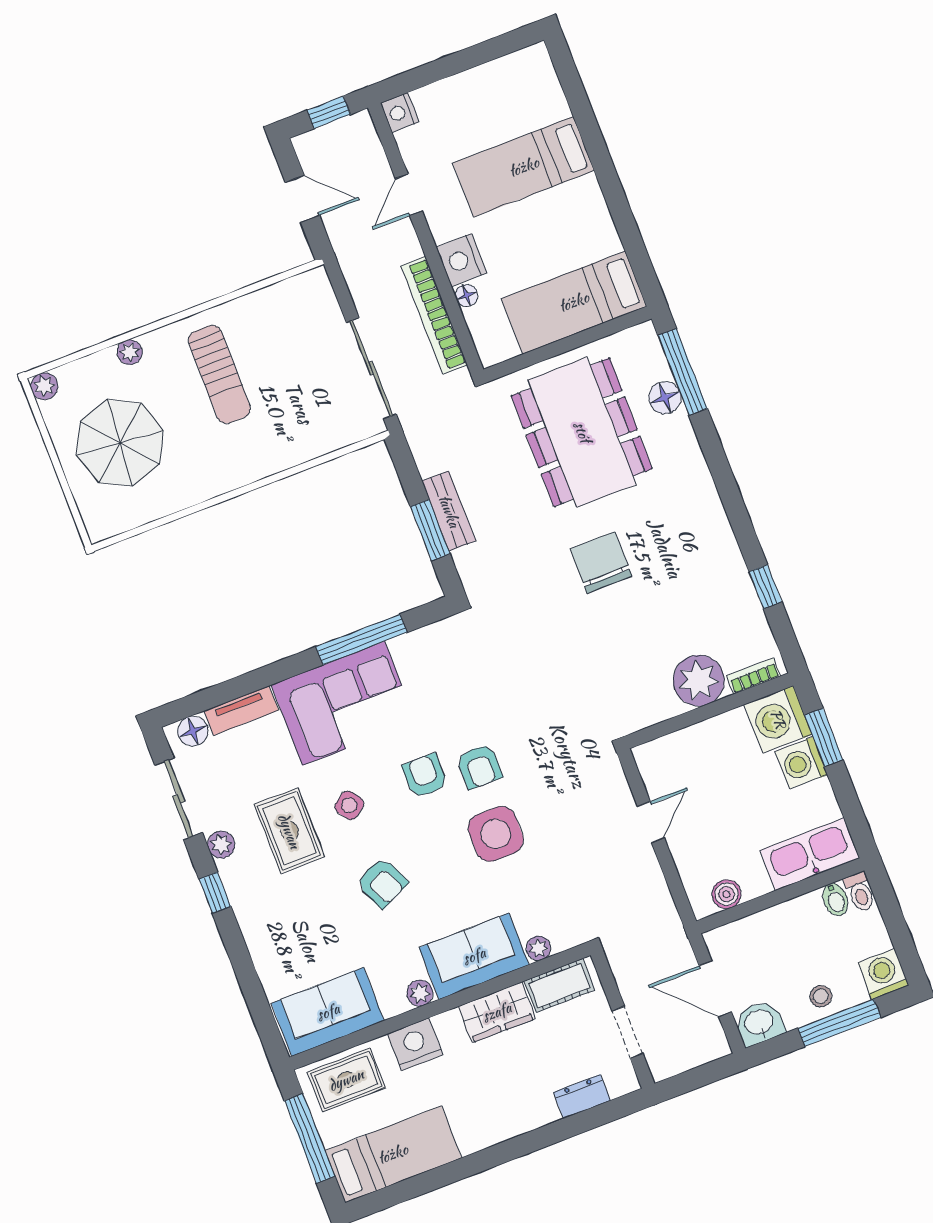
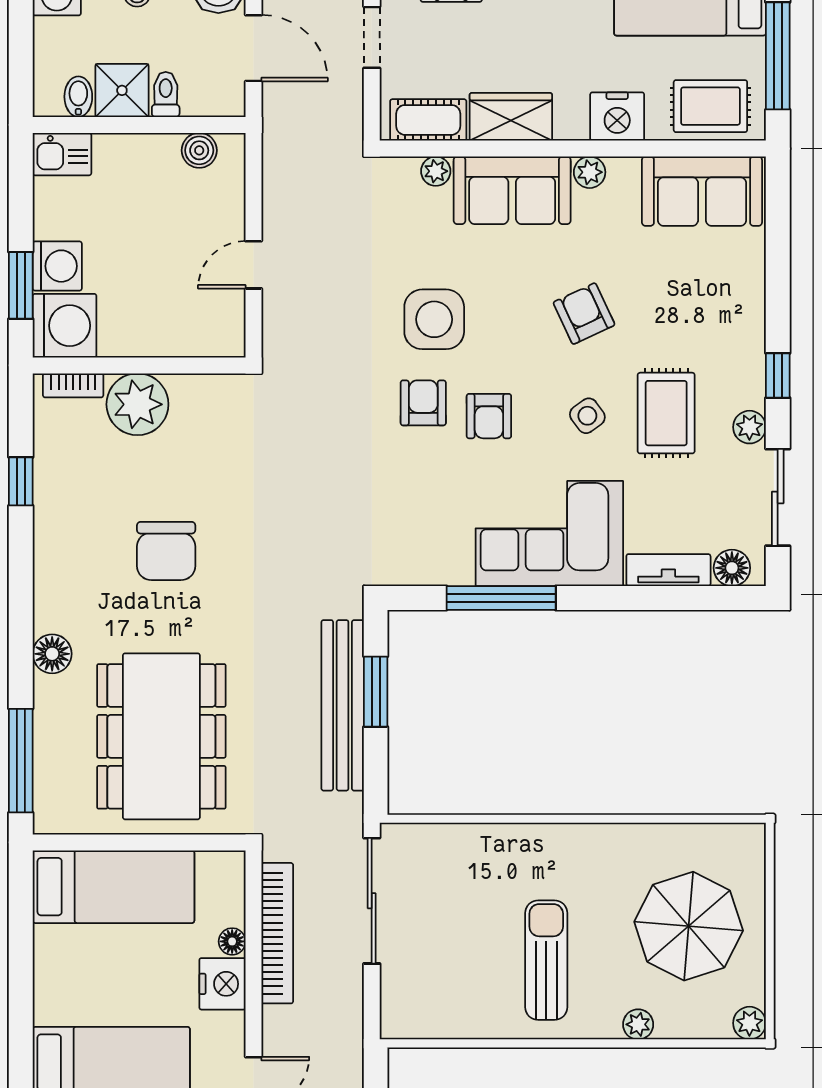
floor lamp: (665, 398) -> (52, 654), moved
bench: (449, 511) -> (343, 705), width x1.86, depth x1.21
chair: (601, 563) -> (166, 551), moved
kitchen sink: (810, 854) -> (62, 154), width x0.53, depth x0.81
toilet: (860, 892) -> (166, 94), moved
shower: (804, 917) -> (122, 90), added

